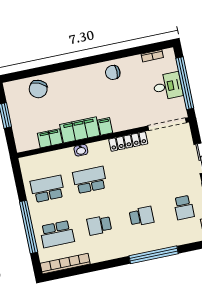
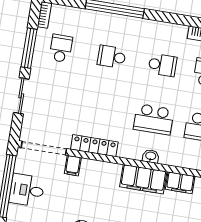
filing cabinet: (105, 126) -> (73, 166), moved

